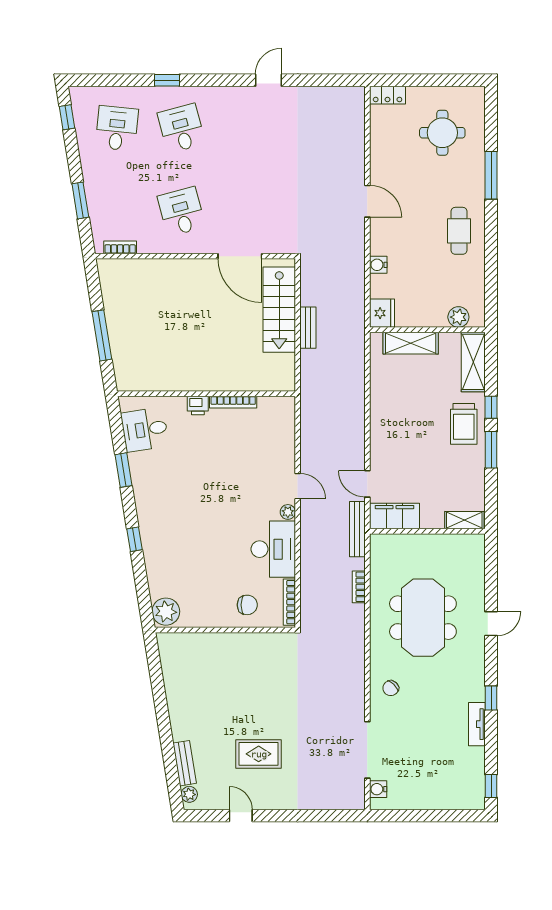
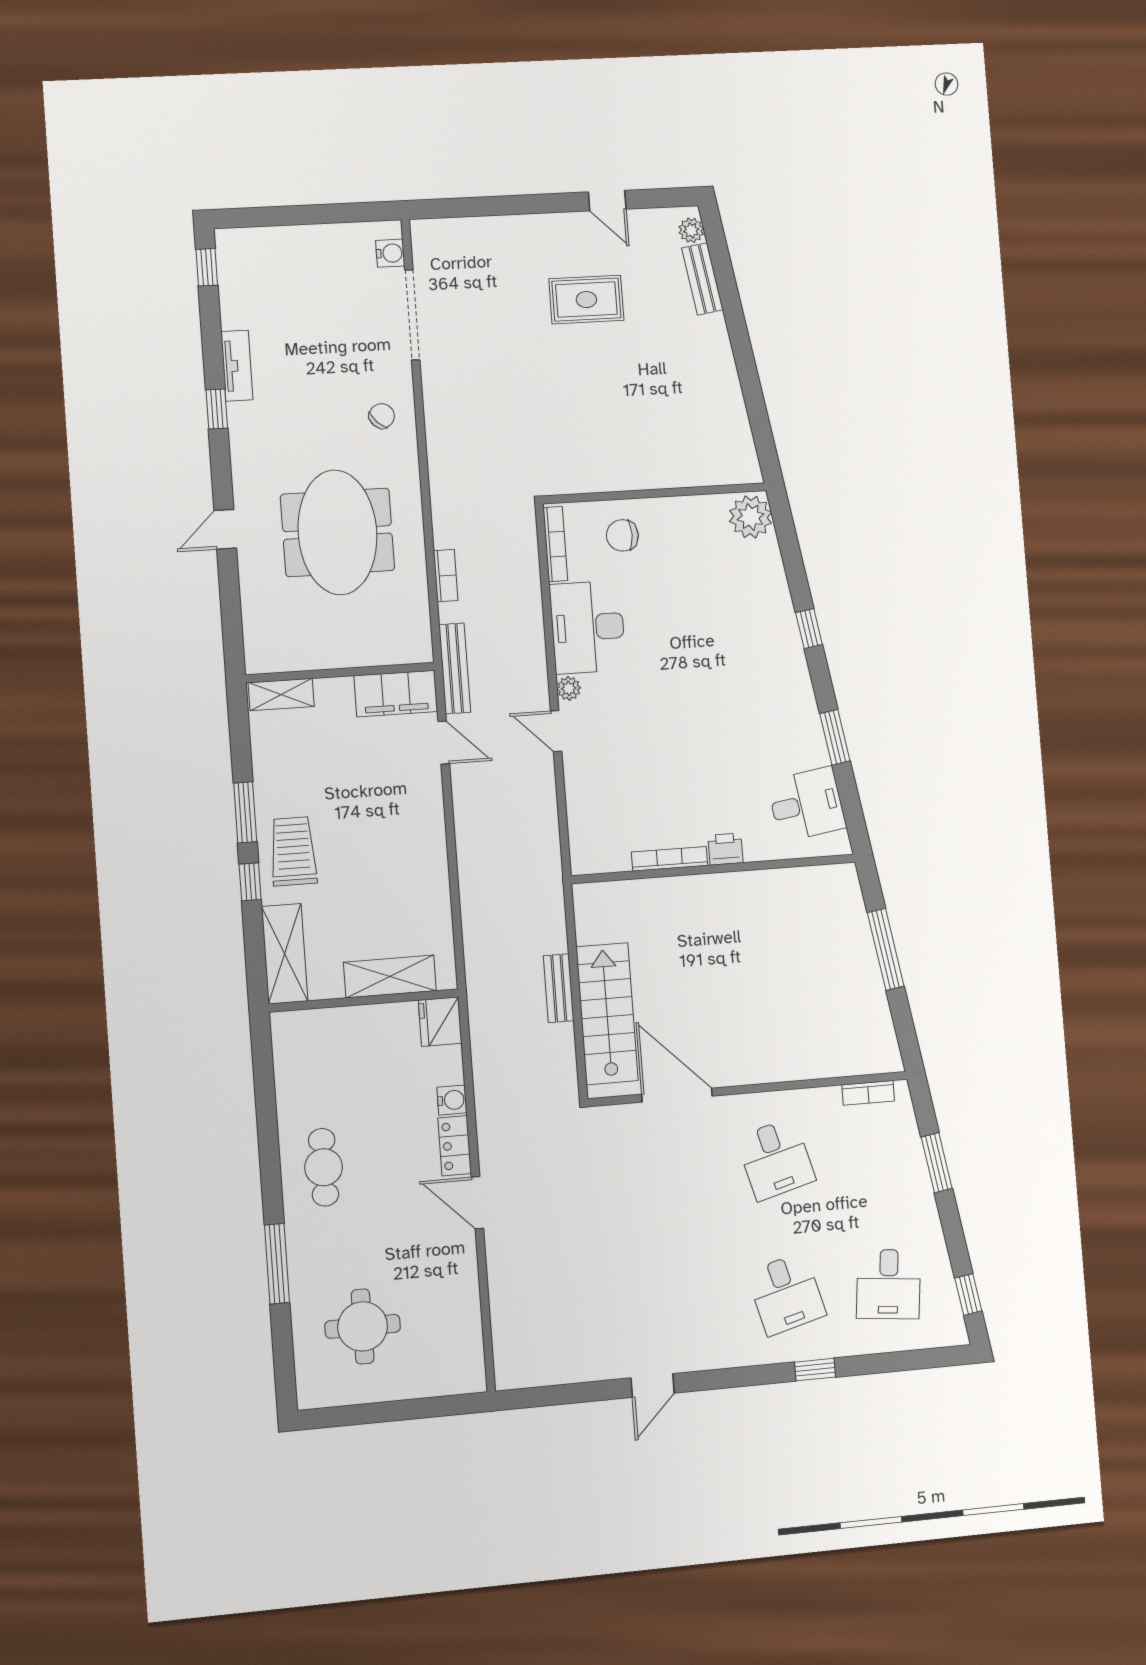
locker: (388, 95) -> (455, 1146), moved, turned -90
plant: (458, 317) -> (314, 1026), removed

